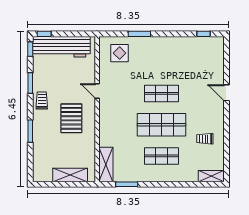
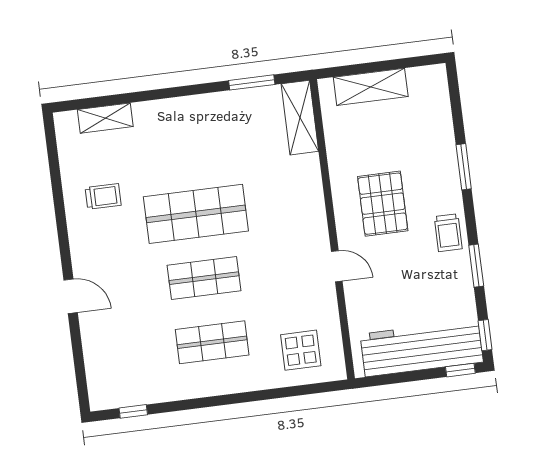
window: (139, 34) -> (265, 395), removed
shop shelf: (161, 156) -> (212, 342), moved
shelving: (211, 176) -> (105, 118), moved

